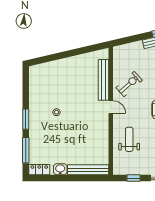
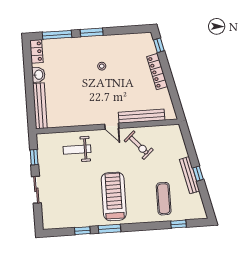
window: (41, 60) -> (159, 45), added
locker: (65, 63) -> (157, 72), added
door: (111, 107) -> (112, 126), hinge flipped
weight bench: (129, 139) -> (77, 149), turned 180

